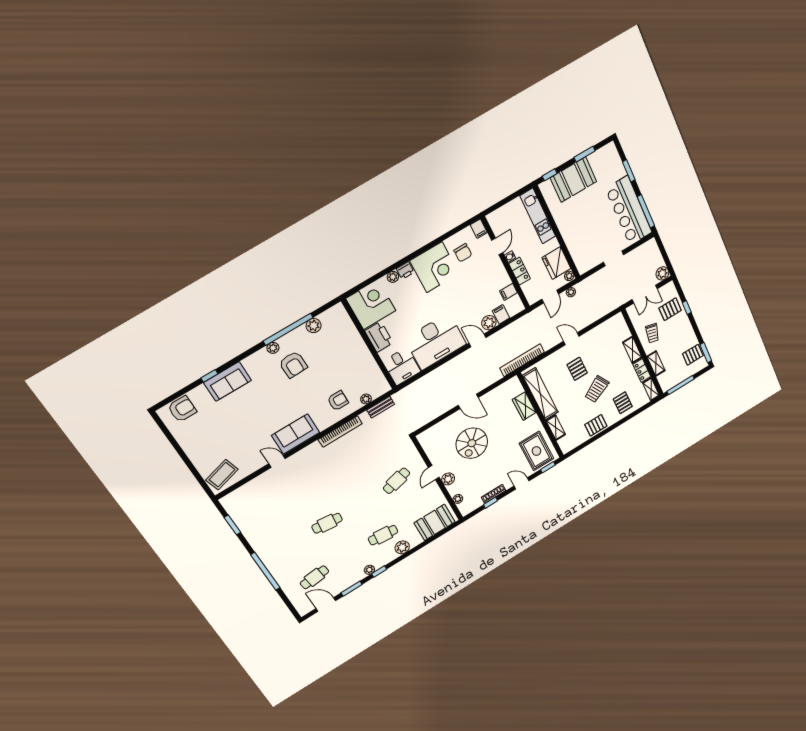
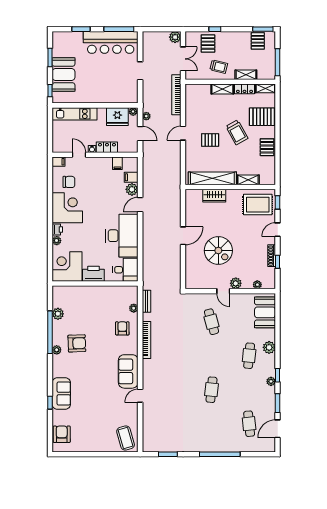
bookcase: (522, 360) -> (176, 95), moved
pallet: (623, 403) -> (262, 117), width x1.50, depth x1.42

